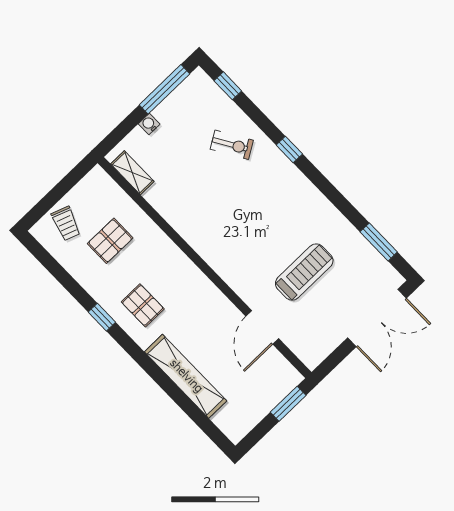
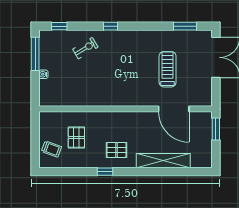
shelving: (132, 173) -> (57, 101), removed
door: (262, 327) -> (174, 109), width x1.36

